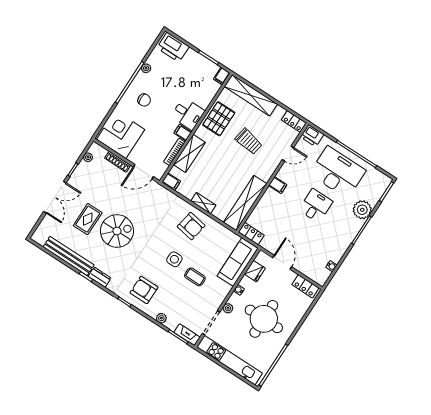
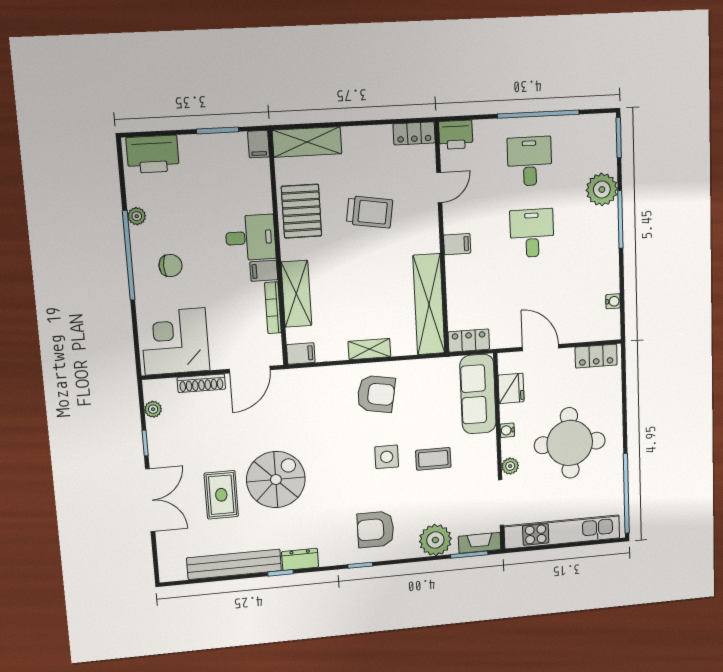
shelving: (251, 95) -> (307, 142), width x0.68
desk: (338, 172) -> (530, 161), width x0.53, depth x0.77
plant: (161, 318) -> (435, 540), width x1.87, depth x1.87

